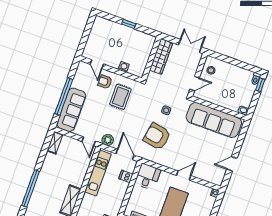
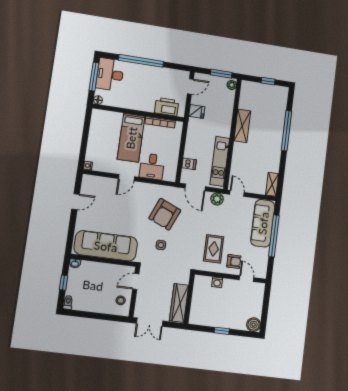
boiler: (100, 23) -> (254, 325), added
window: (260, 85) -> (64, 283), moved
armchair: (157, 136) -> (165, 214), turned 103
desk: (148, 177) -> (152, 166), moved

